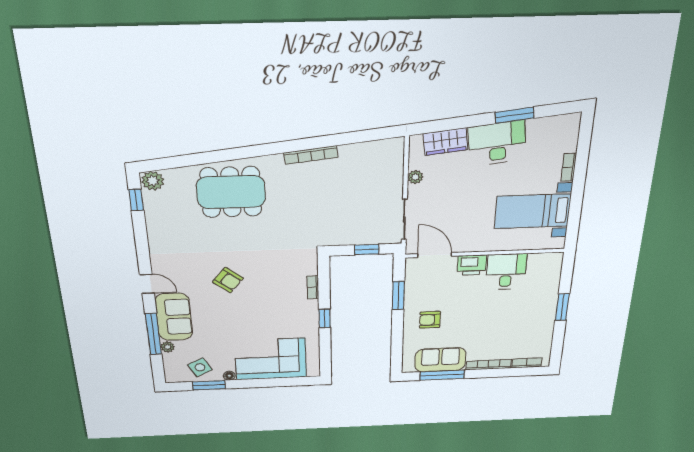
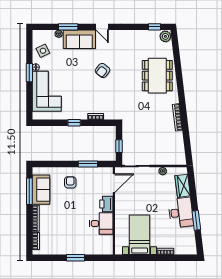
door: (147, 284) -> (102, 27), hinge flipped
window: (153, 334) -> (68, 27), width x0.69
window: (209, 385) -> (29, 73), moved

